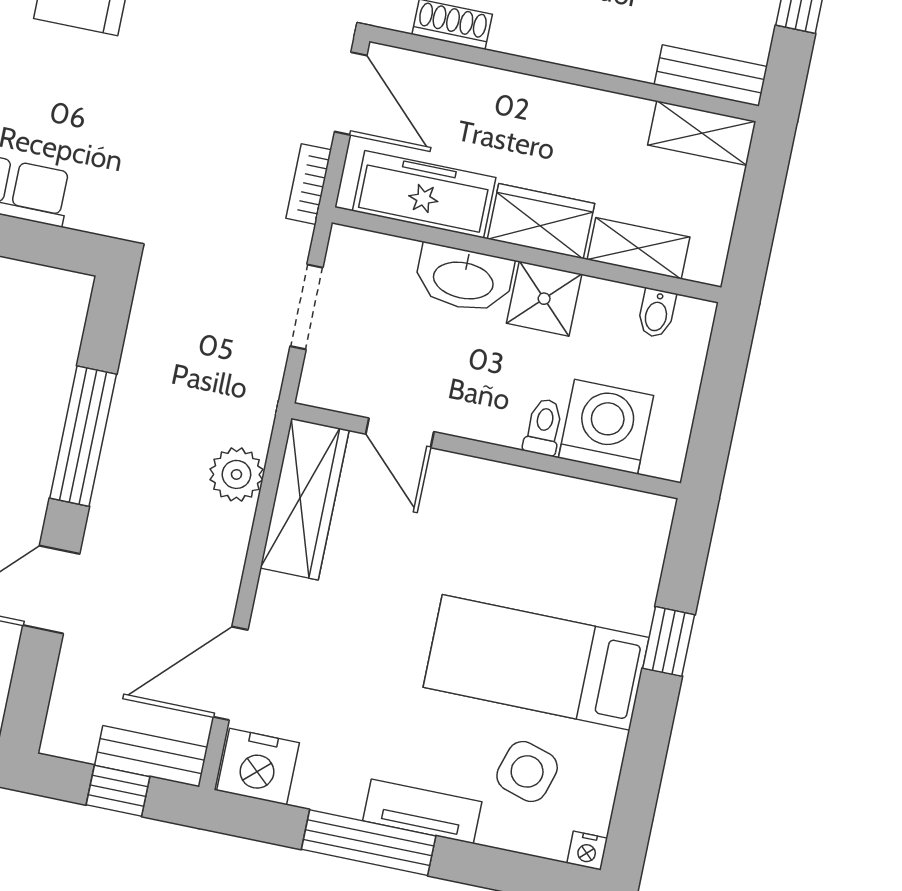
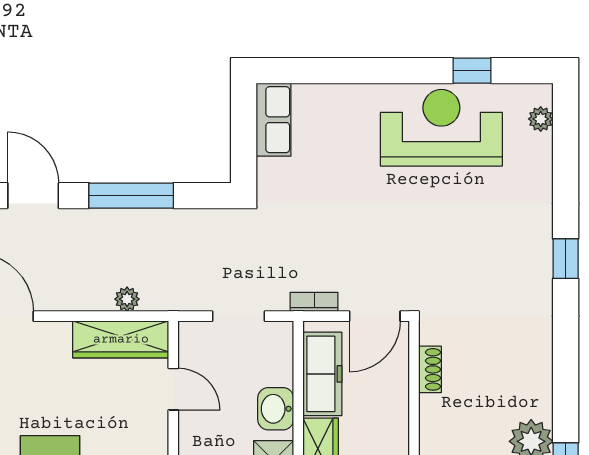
washbasin: (464, 279) -> (276, 409), width x0.72
door: (400, 433) -> (173, 389), swing flipped
plant: (236, 474) -> (127, 299), width x0.73, depth x0.73

